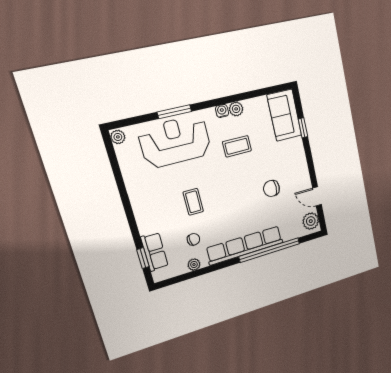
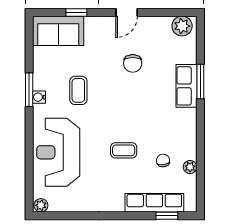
plant: (236, 109) -> (40, 82), removed
window: (174, 112) -> (29, 90), moved
door: (317, 196) -> (127, 12), moved
row of seats: (245, 245) -> (186, 86), width x0.50
window: (270, 250) -> (200, 81), width x0.47
row of seats: (154, 252) -> (154, 203), width x1.48

